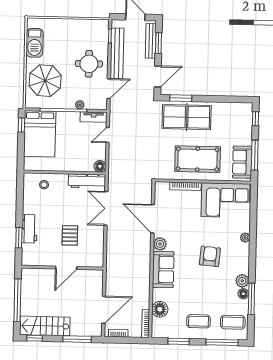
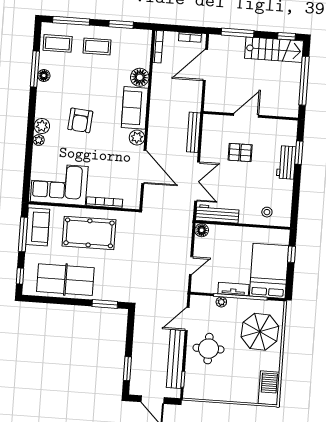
bench: (151, 41) -> (194, 132), moved
barbecue: (35, 43) -> (269, 388), moved
door: (158, 76) -> (130, 330), removed
tv unit: (94, 117) -> (233, 289), moved
table tennis table: (187, 117) -> (65, 280), moved
window: (21, 125) -> (292, 254), moved
pallet: (70, 235) -> (240, 152), turned 90
plant: (242, 281) -> (42, 126), moved
floor lamp: (160, 309) -> (140, 77), moved

